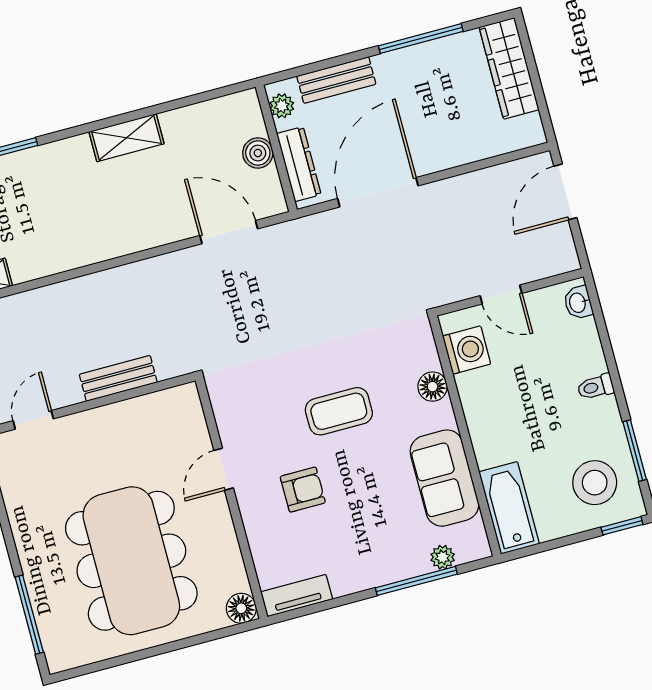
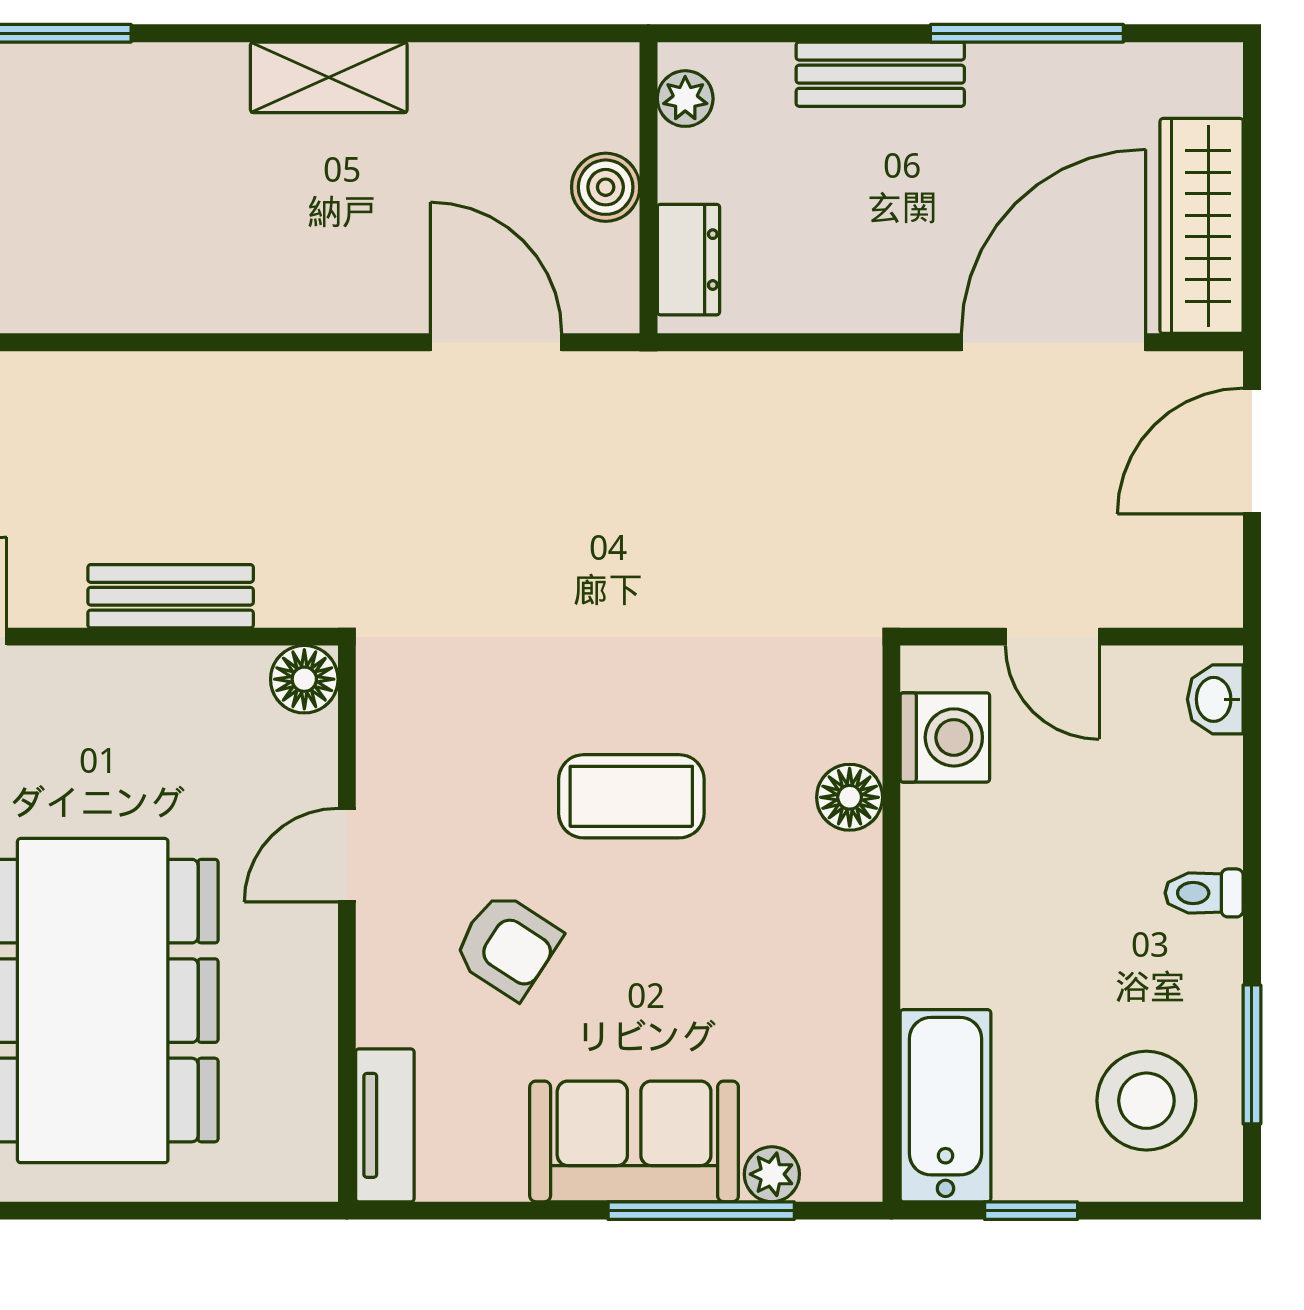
wardrobe: (509, 68) -> (1202, 226), moved
bench: (336, 80) -> (880, 74), moved
dresser: (299, 164) -> (688, 260), width x0.70
door: (378, 192) -> (1053, 342), moved
sofa: (444, 478) -> (634, 1141), moved, turned 90
armchair: (303, 490) -> (507, 946), turned 33
window: (622, 526) -> (1031, 1211), moved
tv unit: (297, 596) -> (385, 1125), moved, turned 90
floor lamp: (241, 608) -> (304, 679), moved

